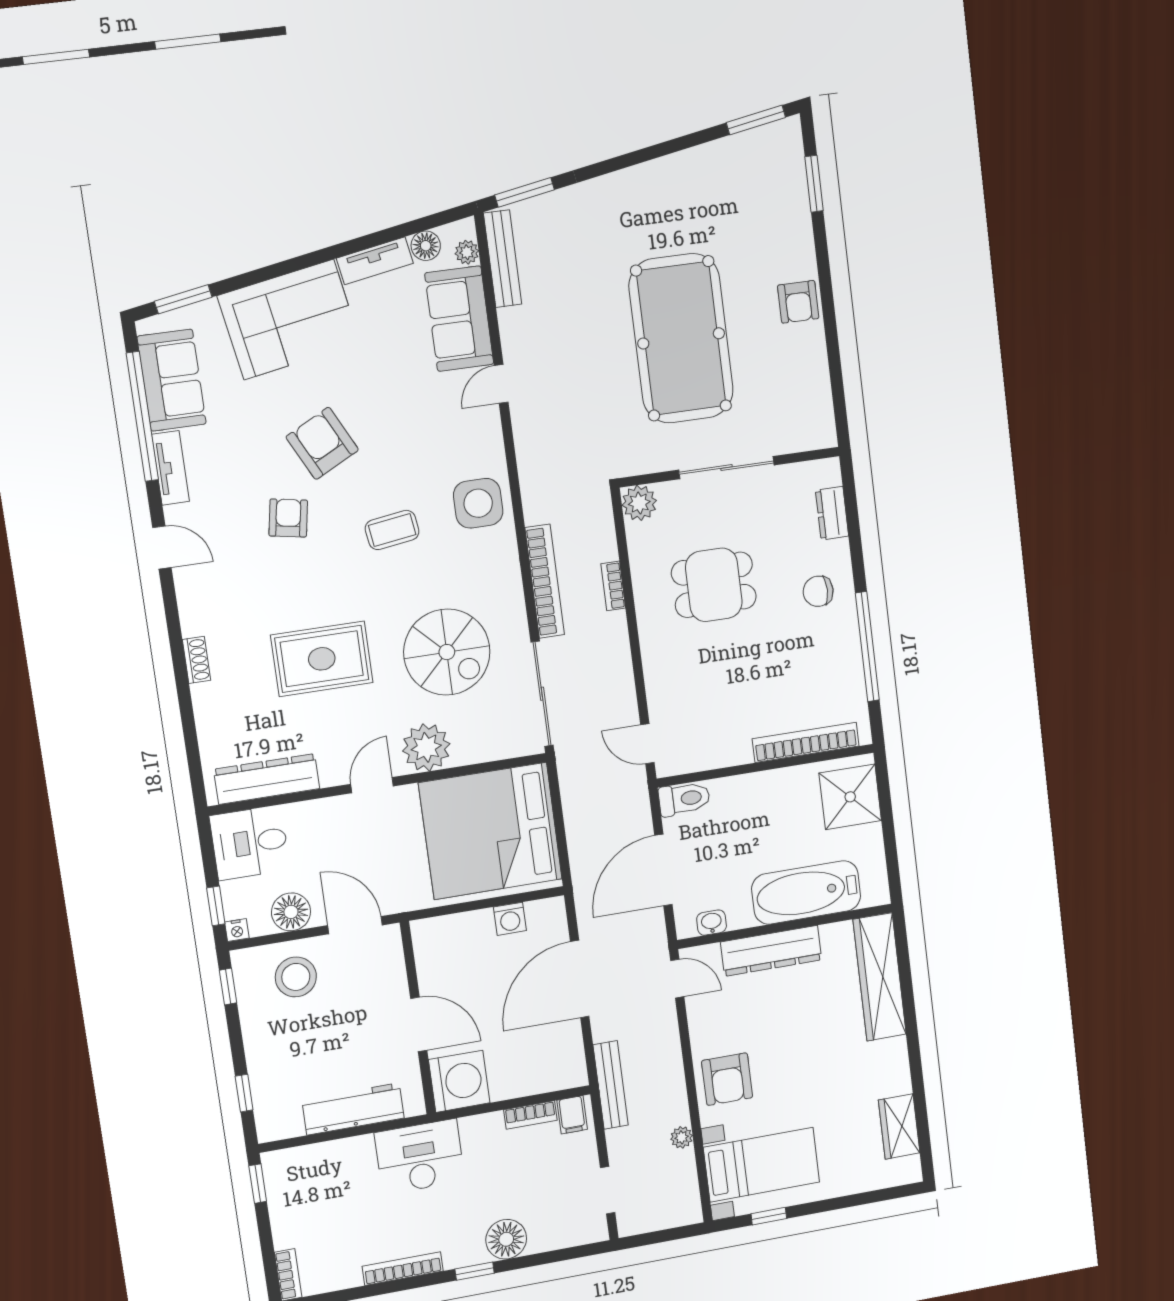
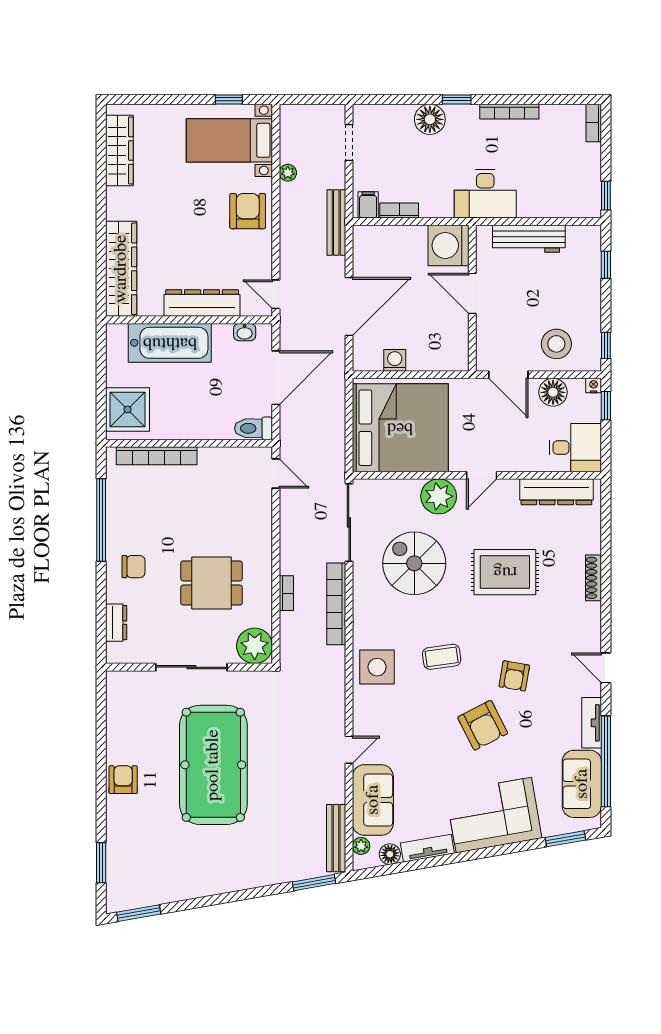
plant: (639, 503) -> (255, 646), width x1.36, depth x1.36
shoe rack: (197, 660) -> (594, 578), width x1.43
wardrobe: (899, 1126) -> (119, 150), width x1.50

